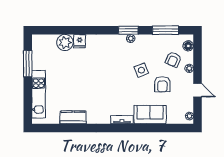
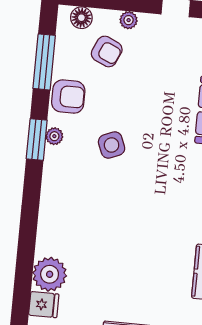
fridge: (80, 41) -> (44, 305), moved
side table: (141, 70) -> (112, 145), moved
armchair: (162, 84) -> (68, 97), moved

